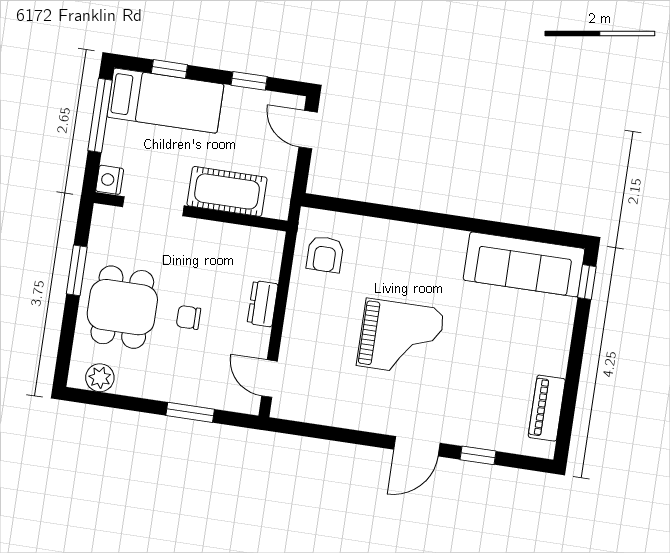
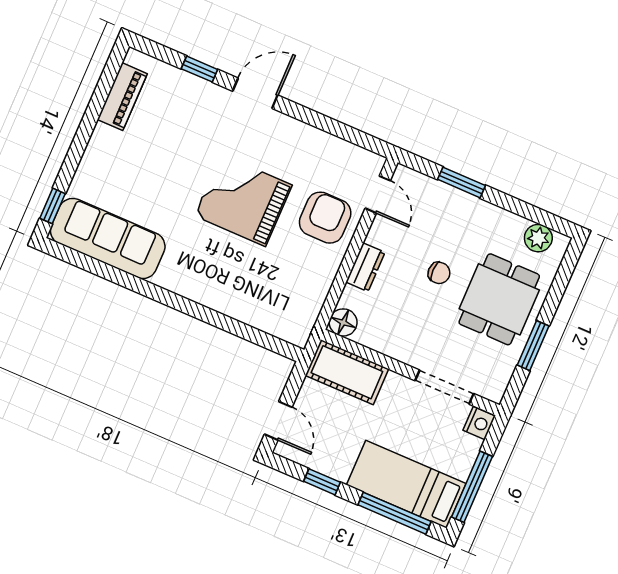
window: (169, 69) -> (394, 513), width x2.17
cot: (227, 191) -> (347, 372), moved
floor lamp: (270, 243) -> (343, 322), added
armchair: (325, 254) -> (325, 218), moved, width x1.38, depth x1.38

